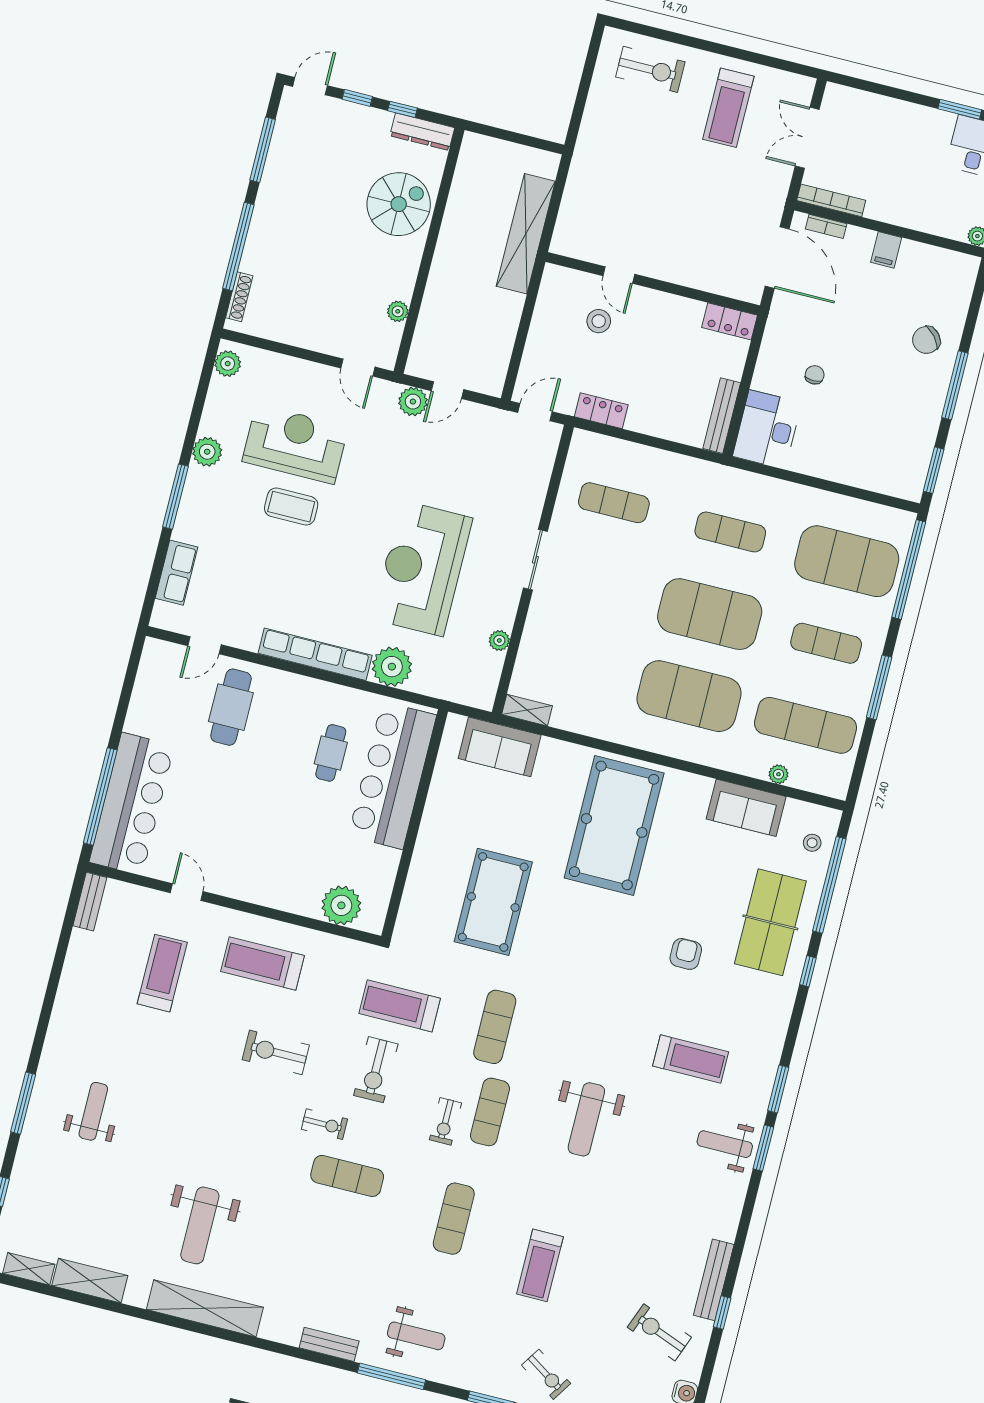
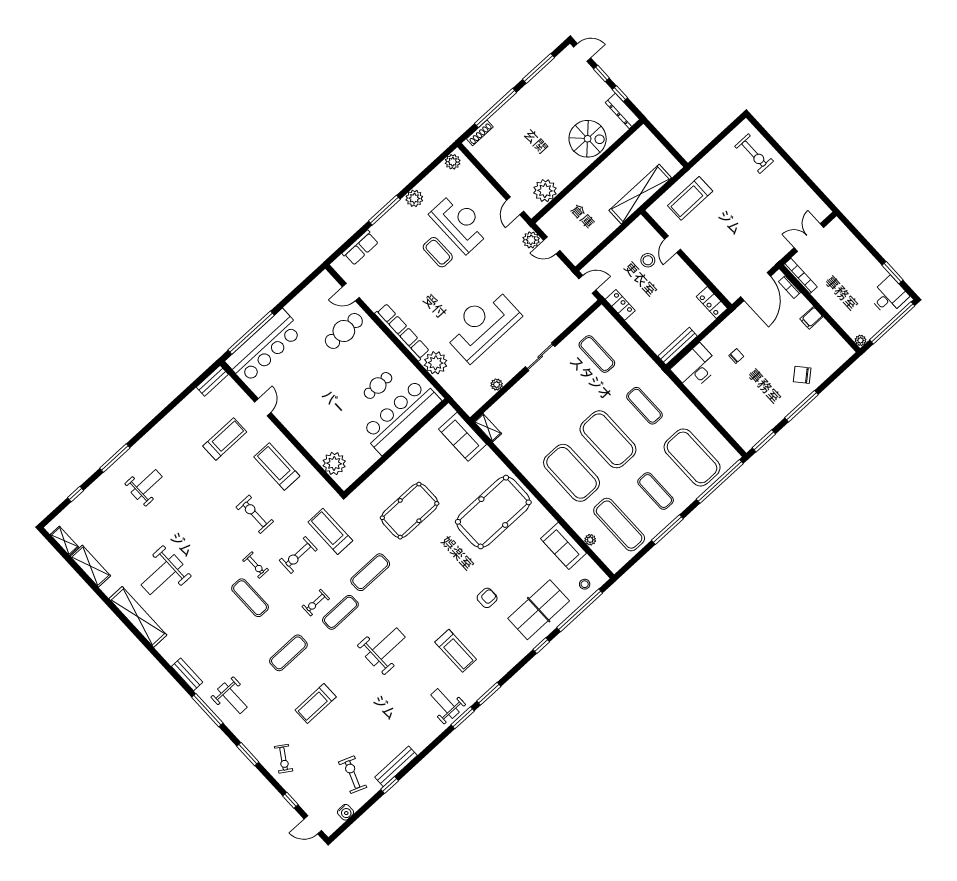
treadmill: (728, 108) -> (690, 198), moved
plant: (398, 311) -> (545, 191), width x1.88, depth x1.88
weight bench: (586, 1119) -> (385, 647), turned 180

